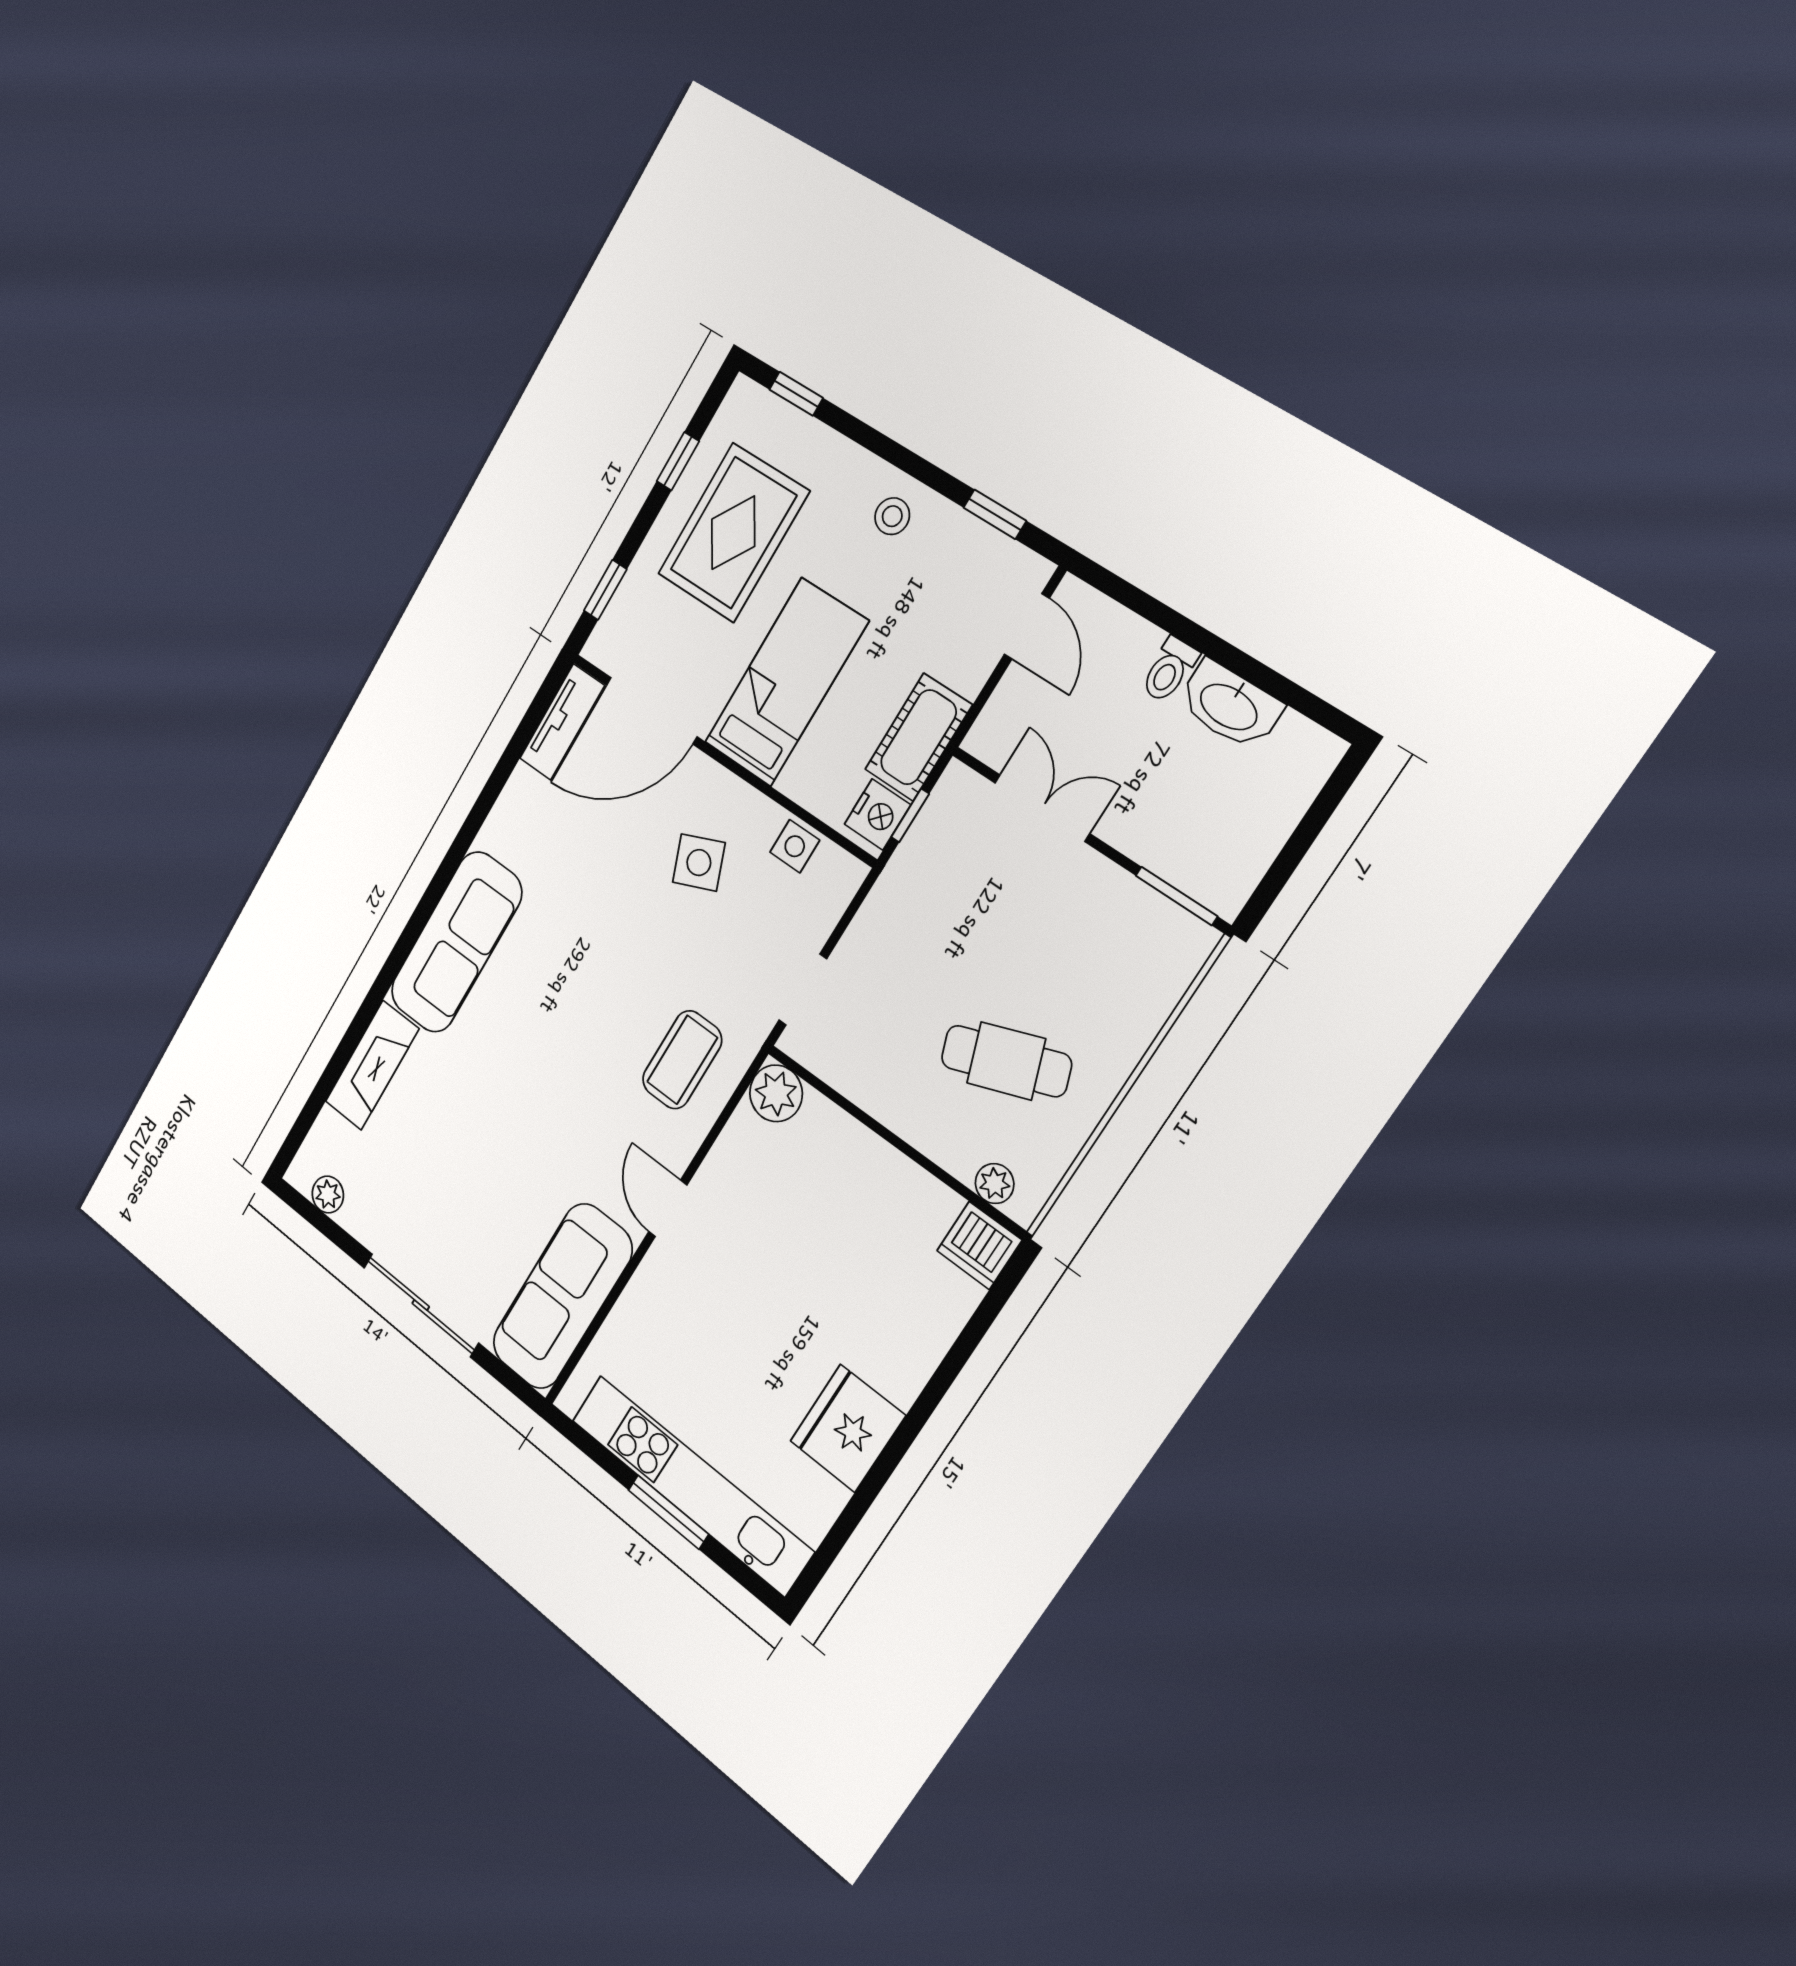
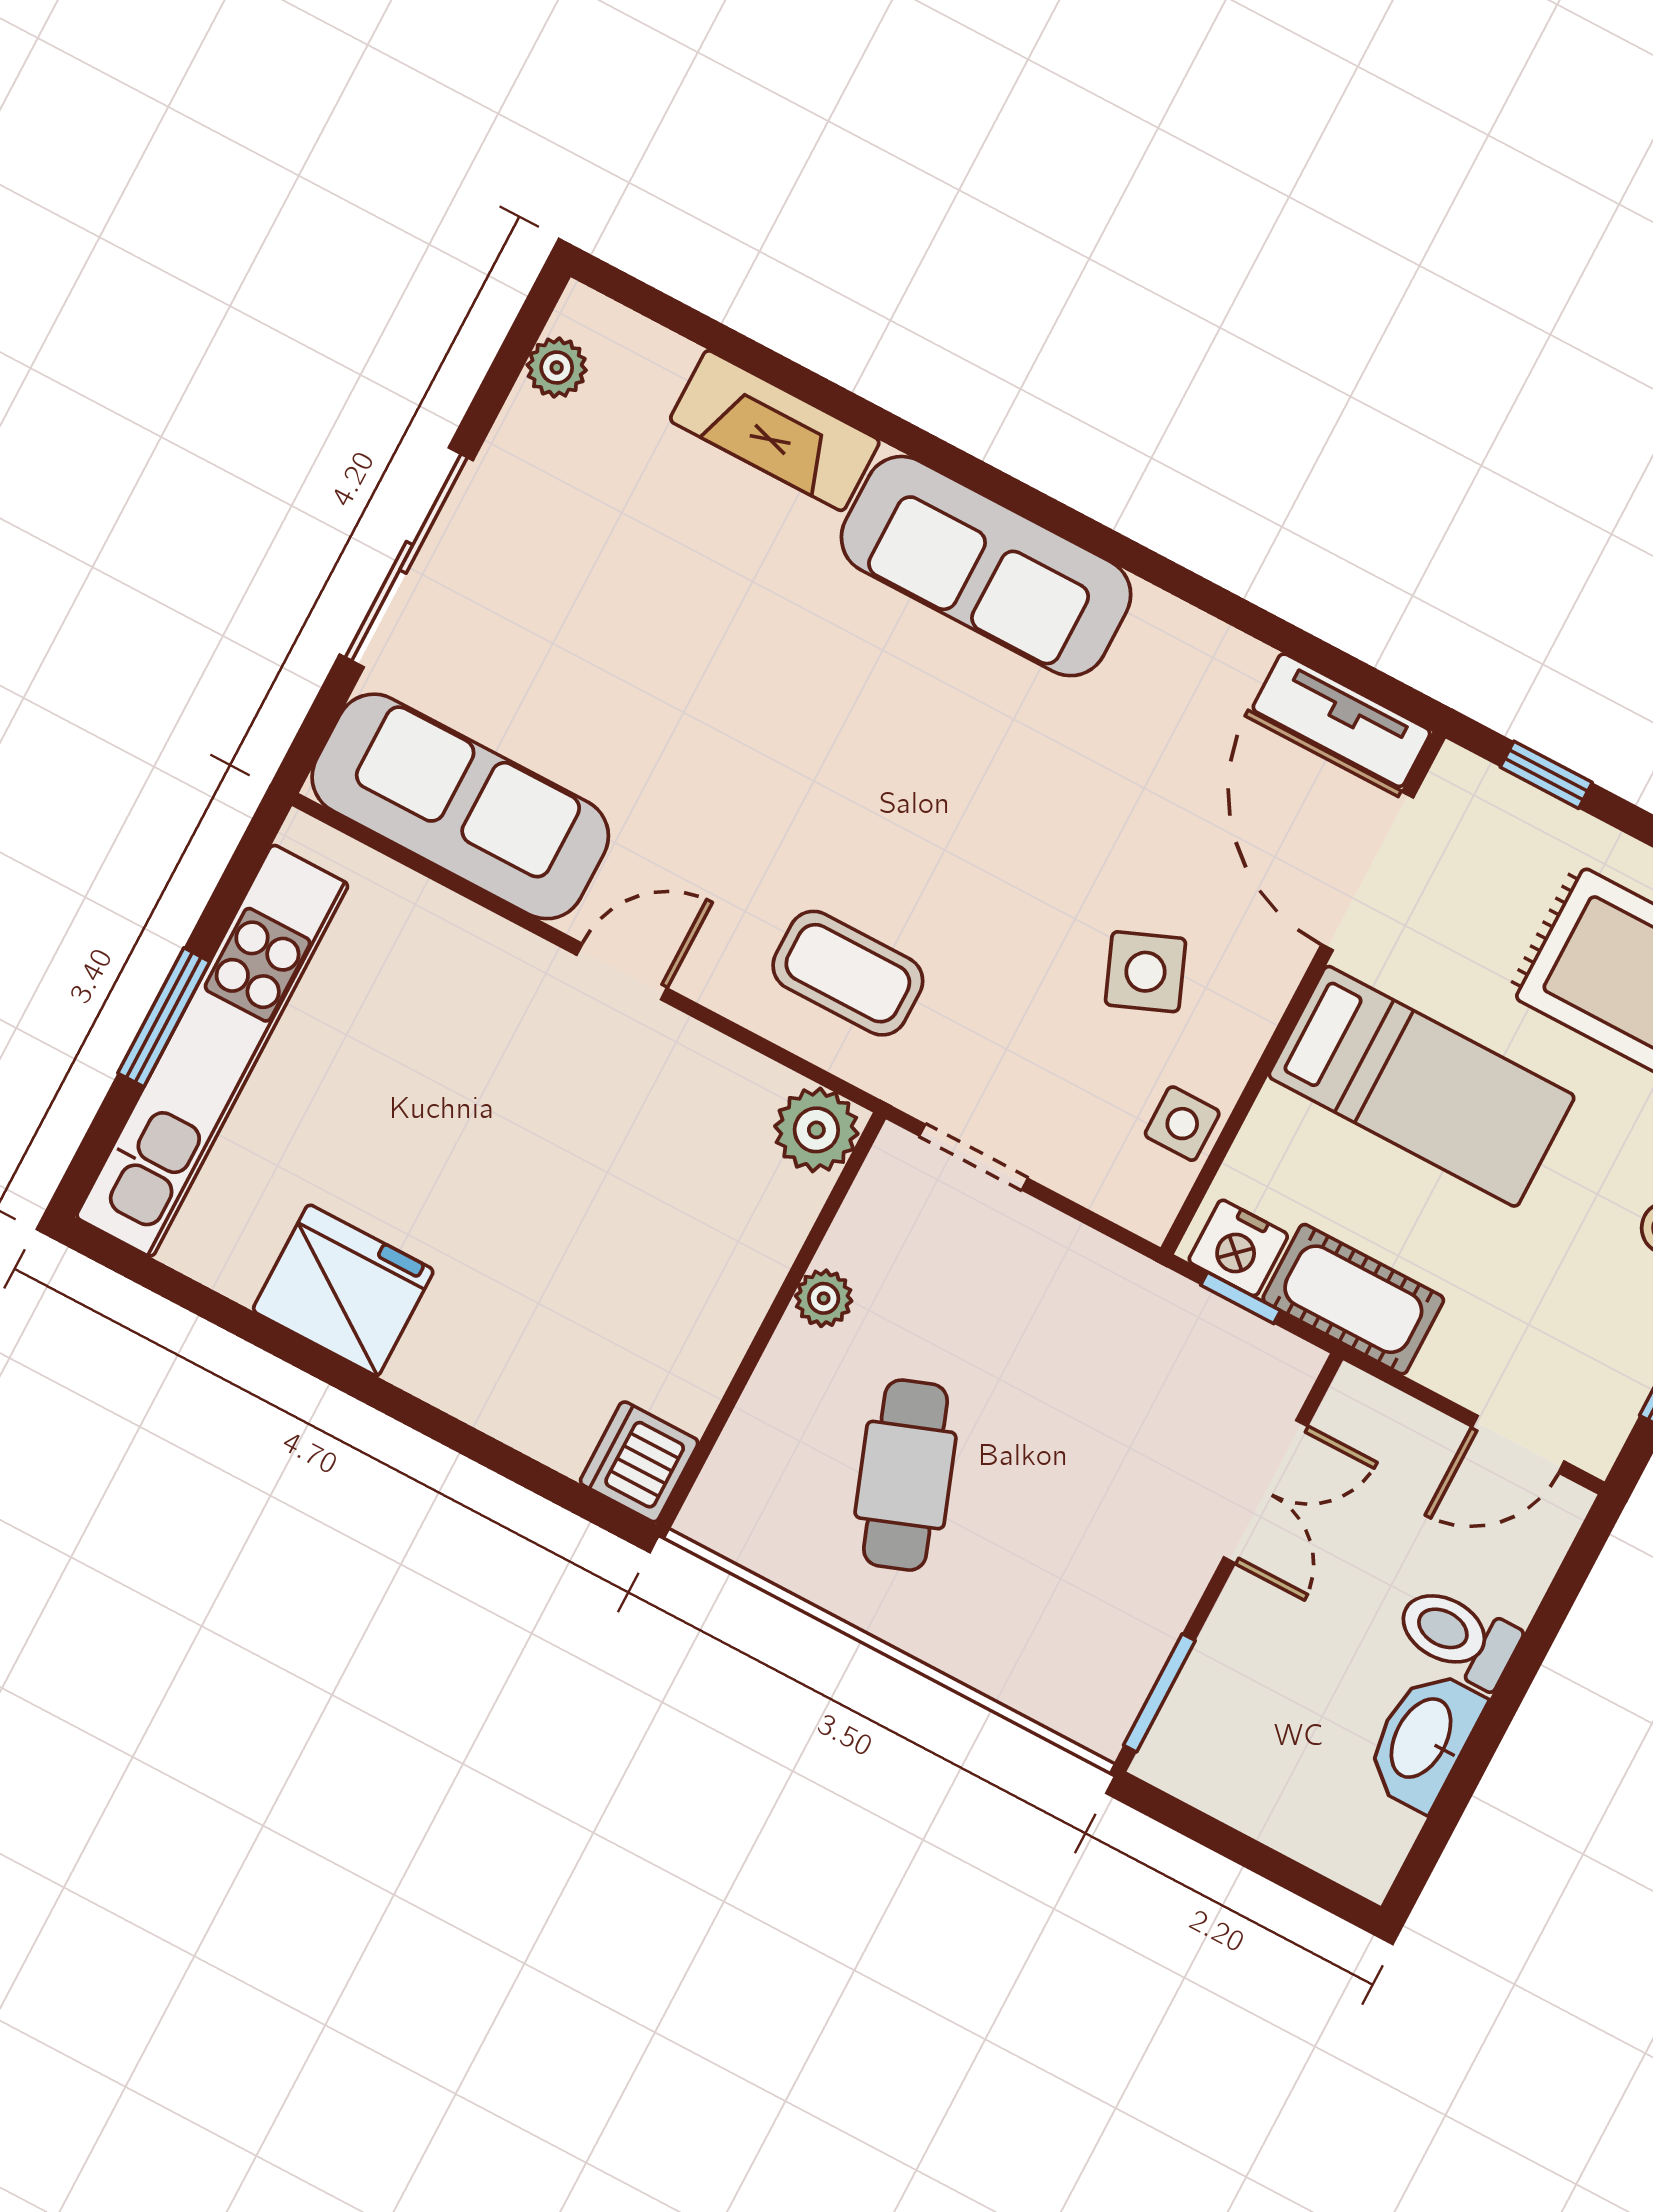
toilet: (1169, 670) -> (1457, 1636), width x1.37, depth x1.39
plant: (995, 1184) -> (824, 1298), moved

